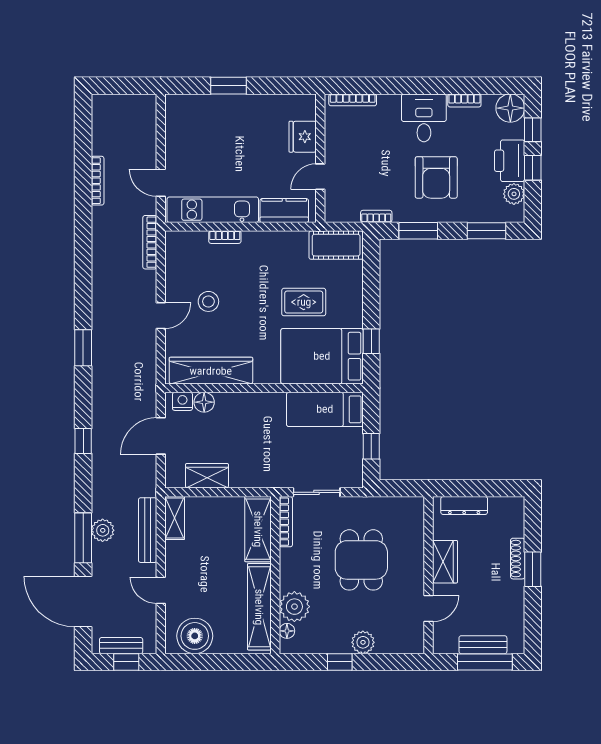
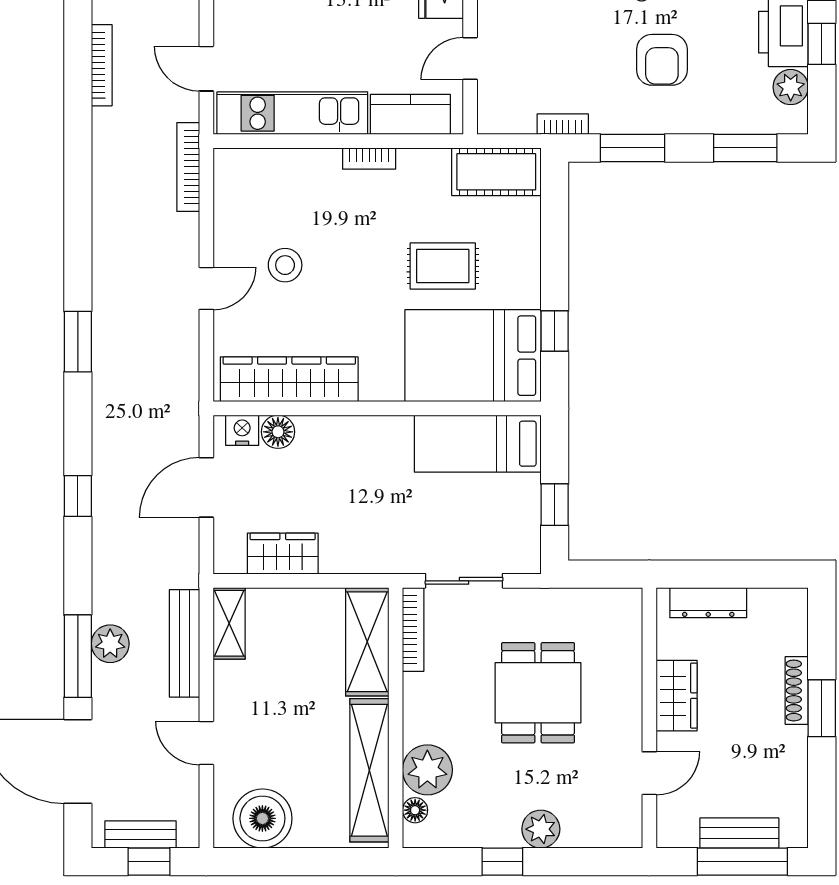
armchair: (436, 177) -> (662, 60), width x0.73, depth x0.73
bookcase: (225, 237) -> (369, 159), moved

